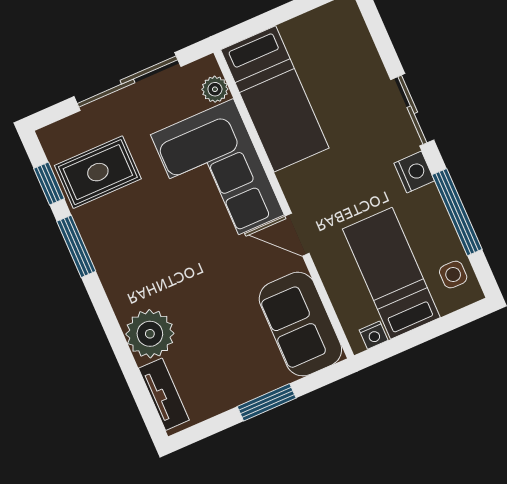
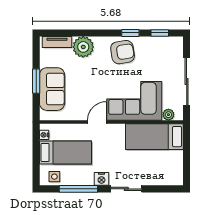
rug: (98, 172) -> (156, 54), removed
armchair: (124, 245) -> (123, 52), added
window: (76, 246) -> (130, 33), width x0.67
sofa: (300, 324) -> (52, 89), moved, turned 90

